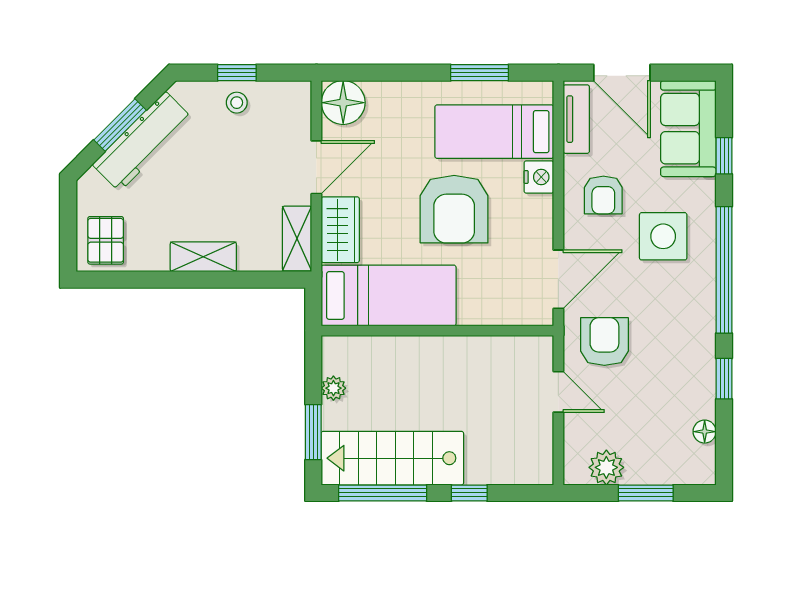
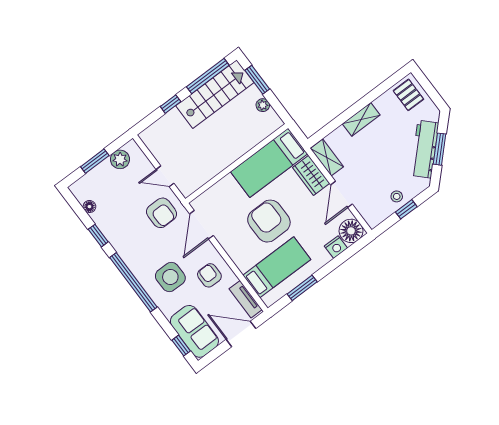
window: (724, 156) -> (181, 346), moved
nightstand: (539, 177) -> (336, 247), moved, turned -90

